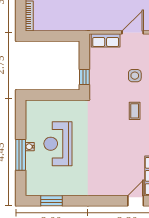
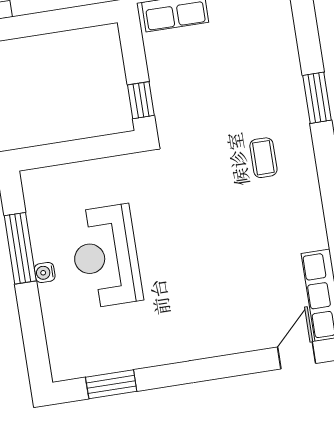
side table: (135, 76) -> (252, 80), removed
window: (21, 155) -> (20, 248), moved

